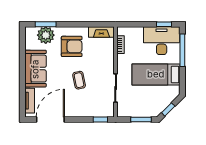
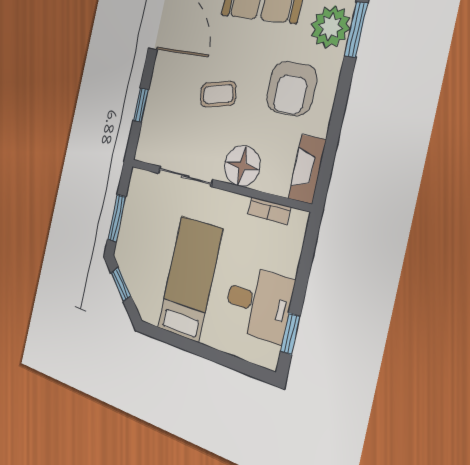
desk: (162, 41) -> (258, 303), width x0.73
window: (182, 50) -> (225, 359), removed
floor lamp: (106, 61) -> (242, 166), added
window: (100, 120) -> (141, 105), moved

